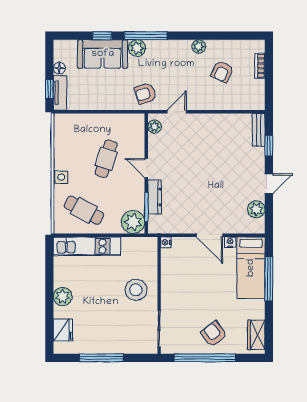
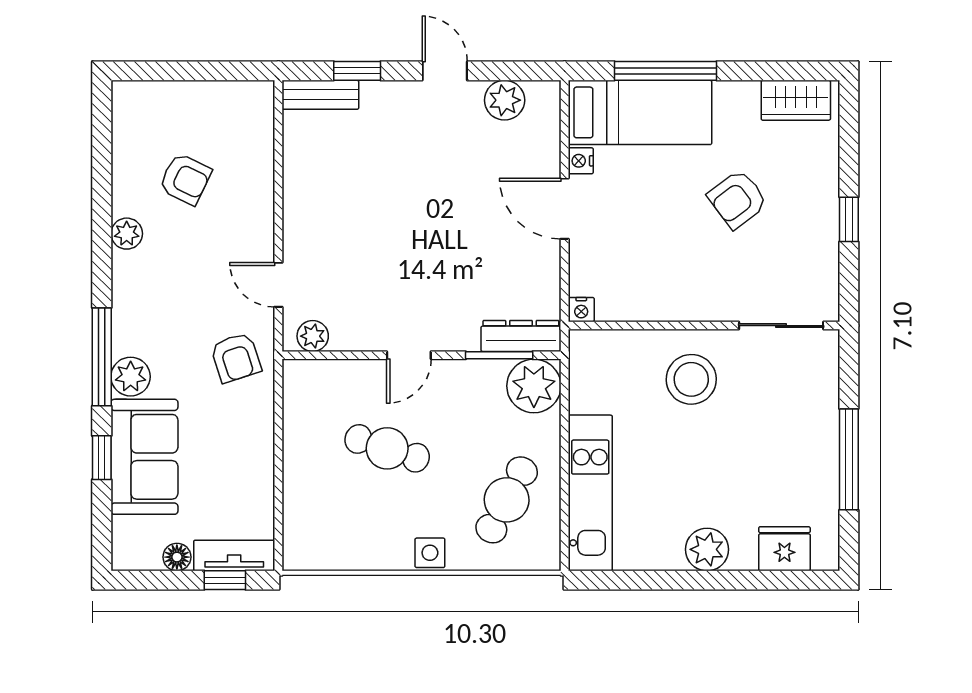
bookcase: (260, 66) -> (172, 92), removed
dresser: (155, 197) -> (521, 336), moved
door: (210, 235) -> (565, 209), swing flipped
armchair: (214, 334) -> (737, 199), moved
window: (205, 358) -> (849, 219), width x0.32

